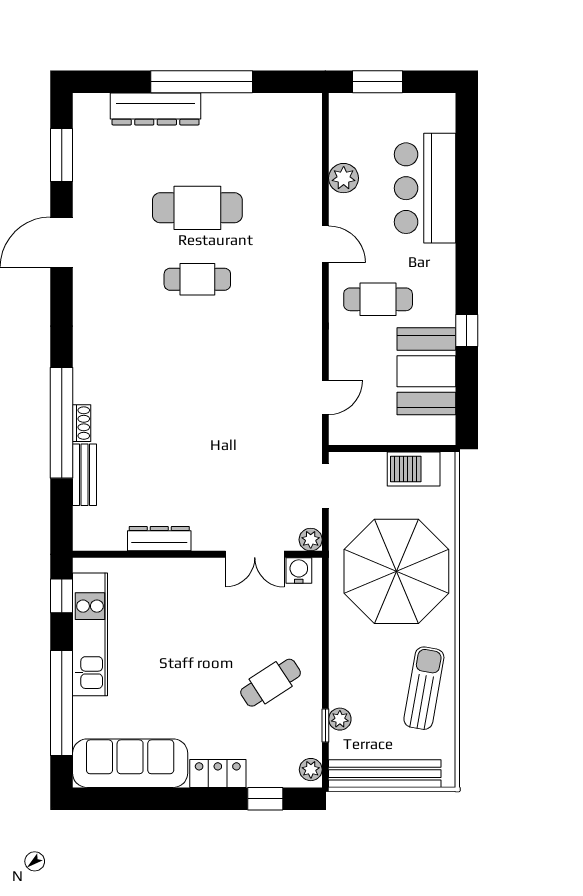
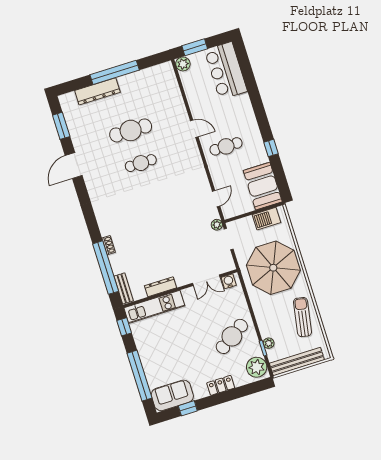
plant: (344, 178) -> (183, 64), moved
bar counter: (425, 188) -> (226, 71), moved
booth: (426, 371) -> (263, 186), moved
window: (62, 423) -> (106, 268), moved
bench: (84, 475) -> (124, 288), moved
plant: (311, 540) -> (217, 225), moved
kitchen unit: (90, 634) -> (154, 307), moved, turned 90
cafe table: (271, 683) -> (232, 336), width x1.37, depth x1.35
sofa: (130, 763) -> (172, 395), width x0.73
plant: (311, 770) -> (257, 367), width x1.88, depth x1.88
window: (265, 799) -> (188, 408), moved

